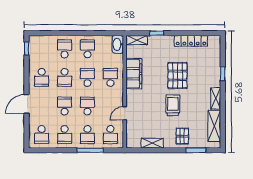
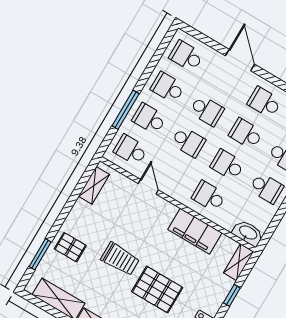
school desk: (87, 77) -> (227, 165), turned 180
school desk: (110, 77) -> (209, 196), turned 180
shelving: (152, 143) -> (94, 185), moved

